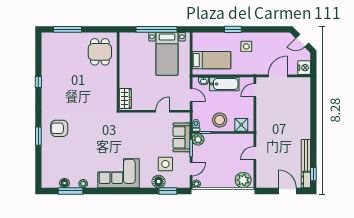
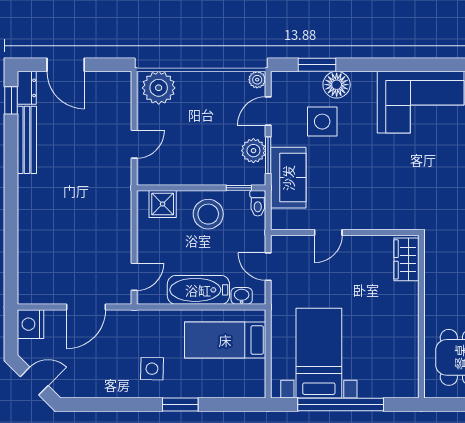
plant: (198, 139) -> (253, 151), moved

